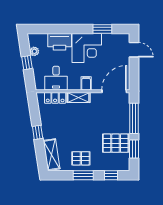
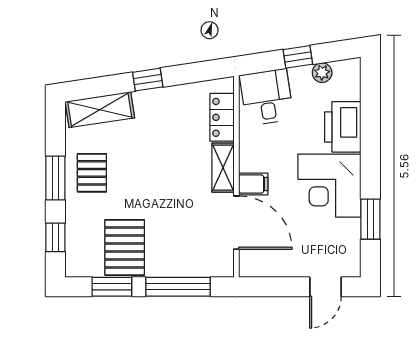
desk: (56, 78) -> (267, 97), moved, turned 81
door: (114, 91) -> (236, 223), moved

